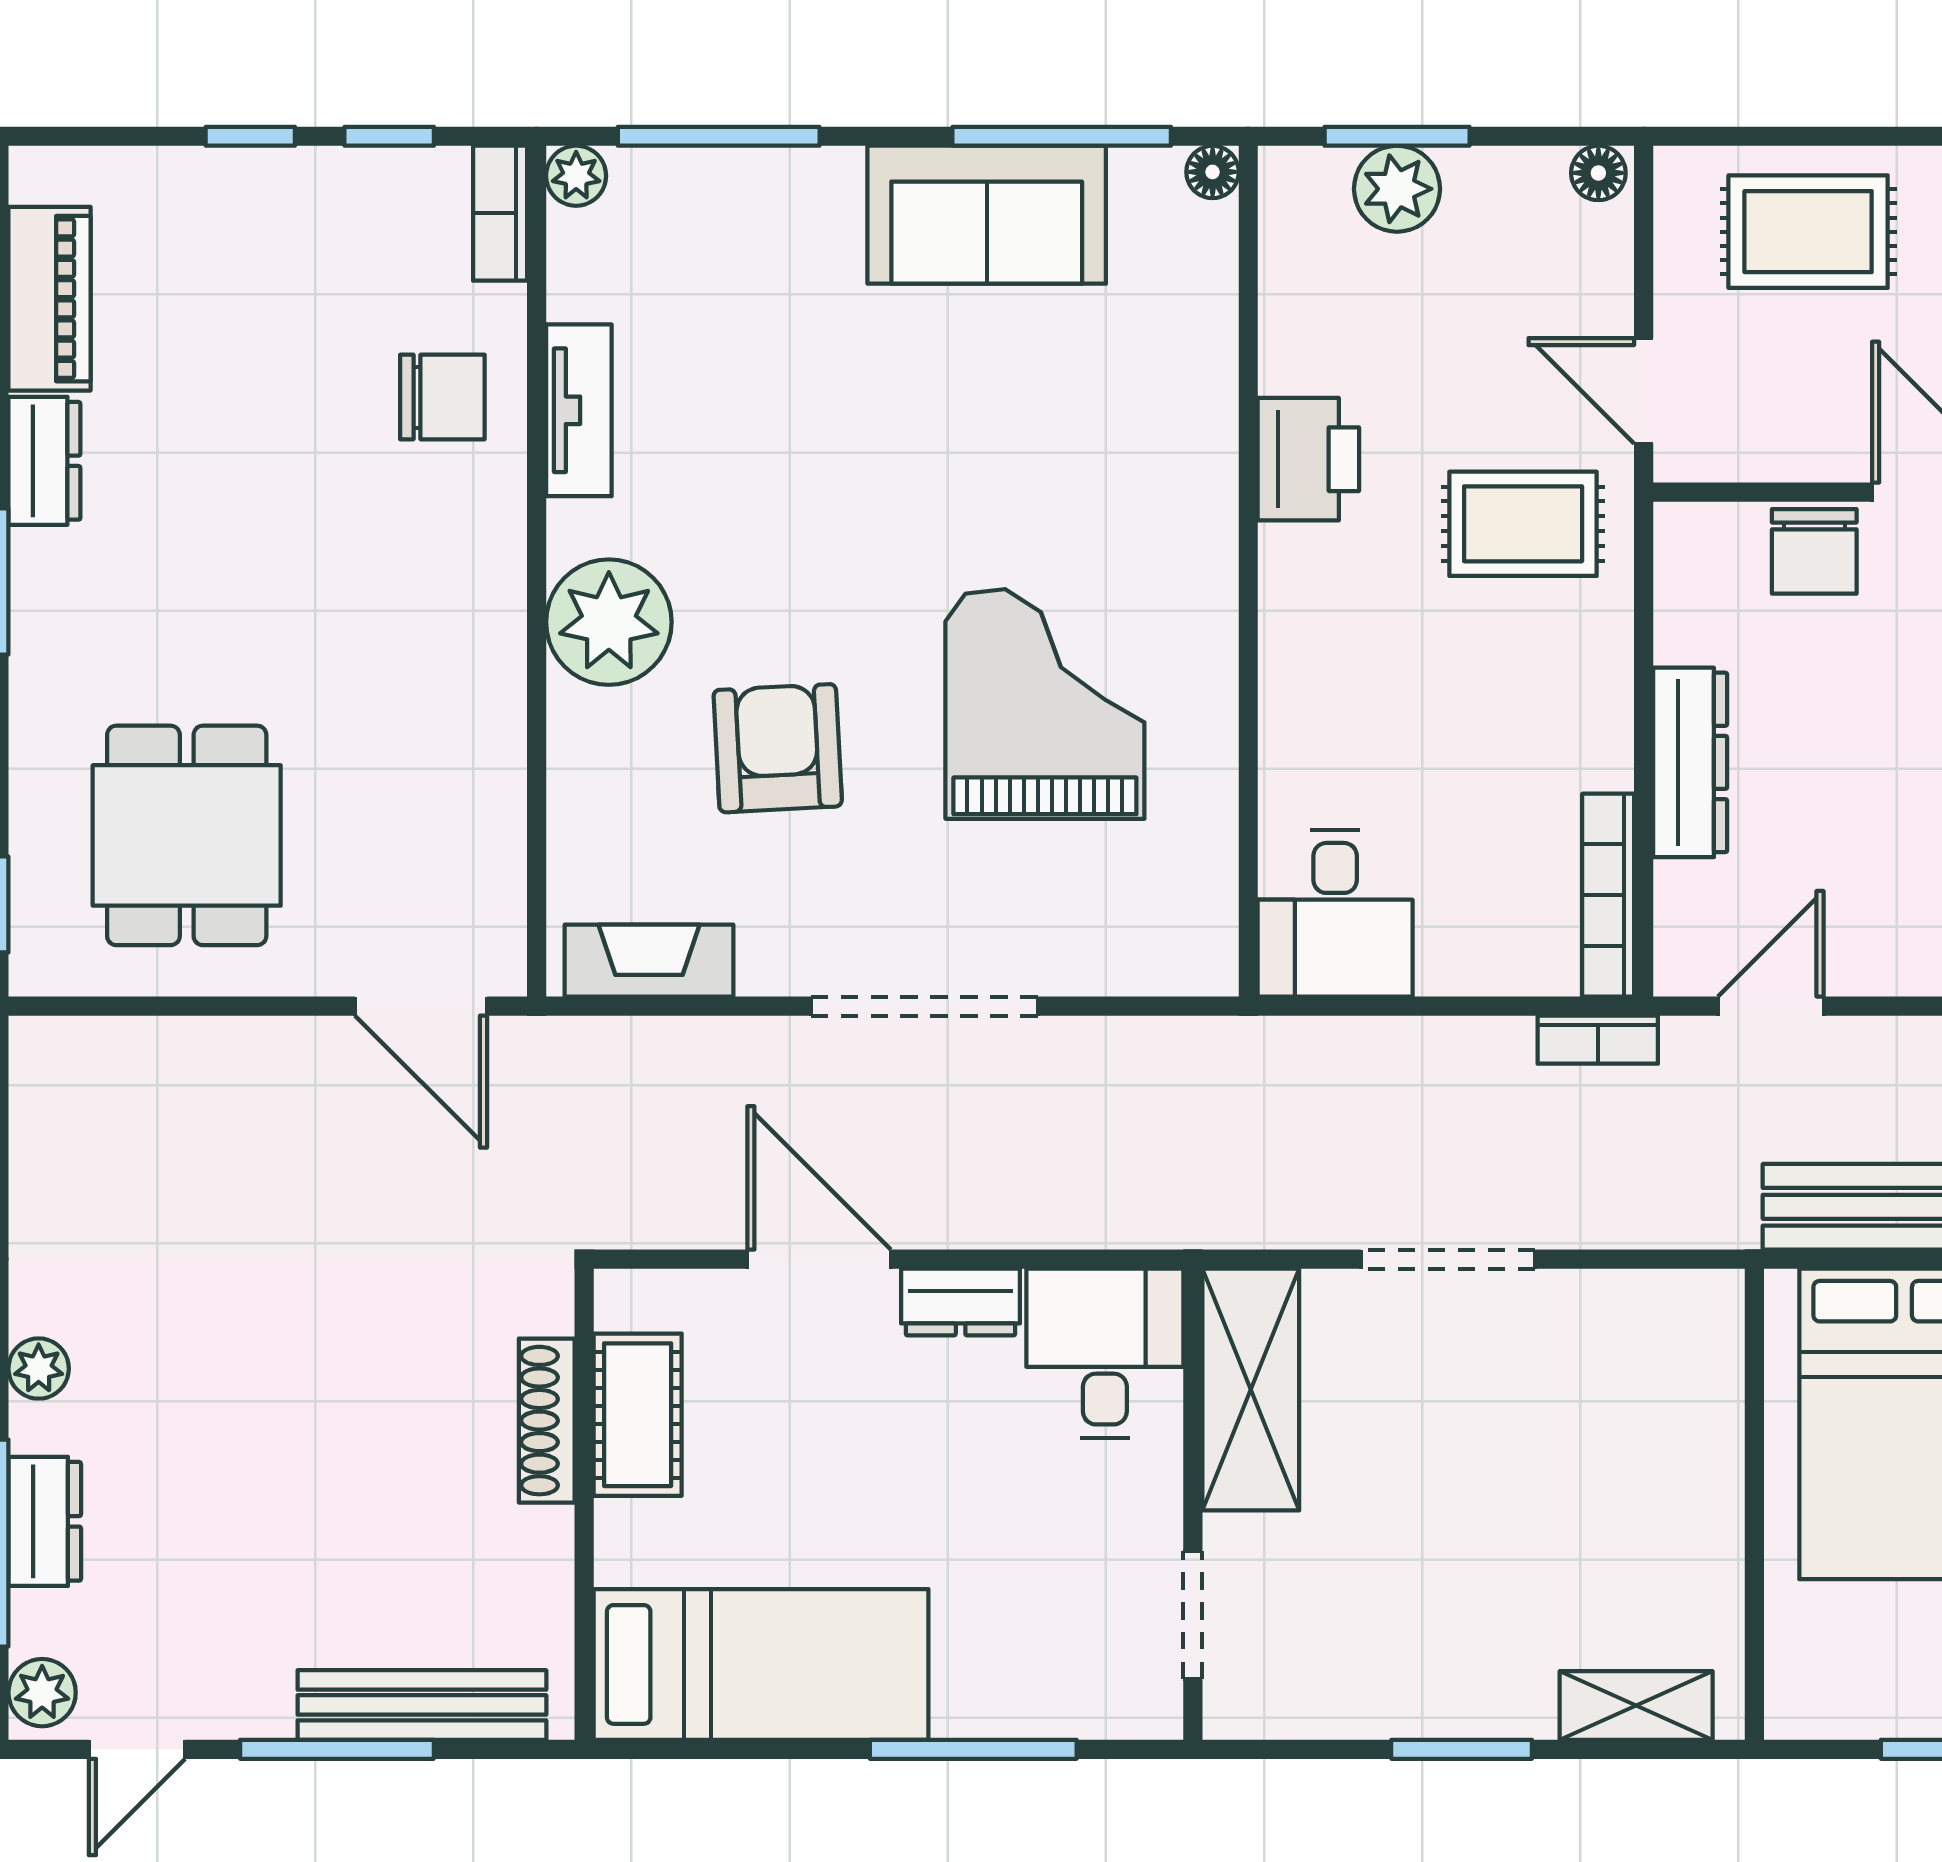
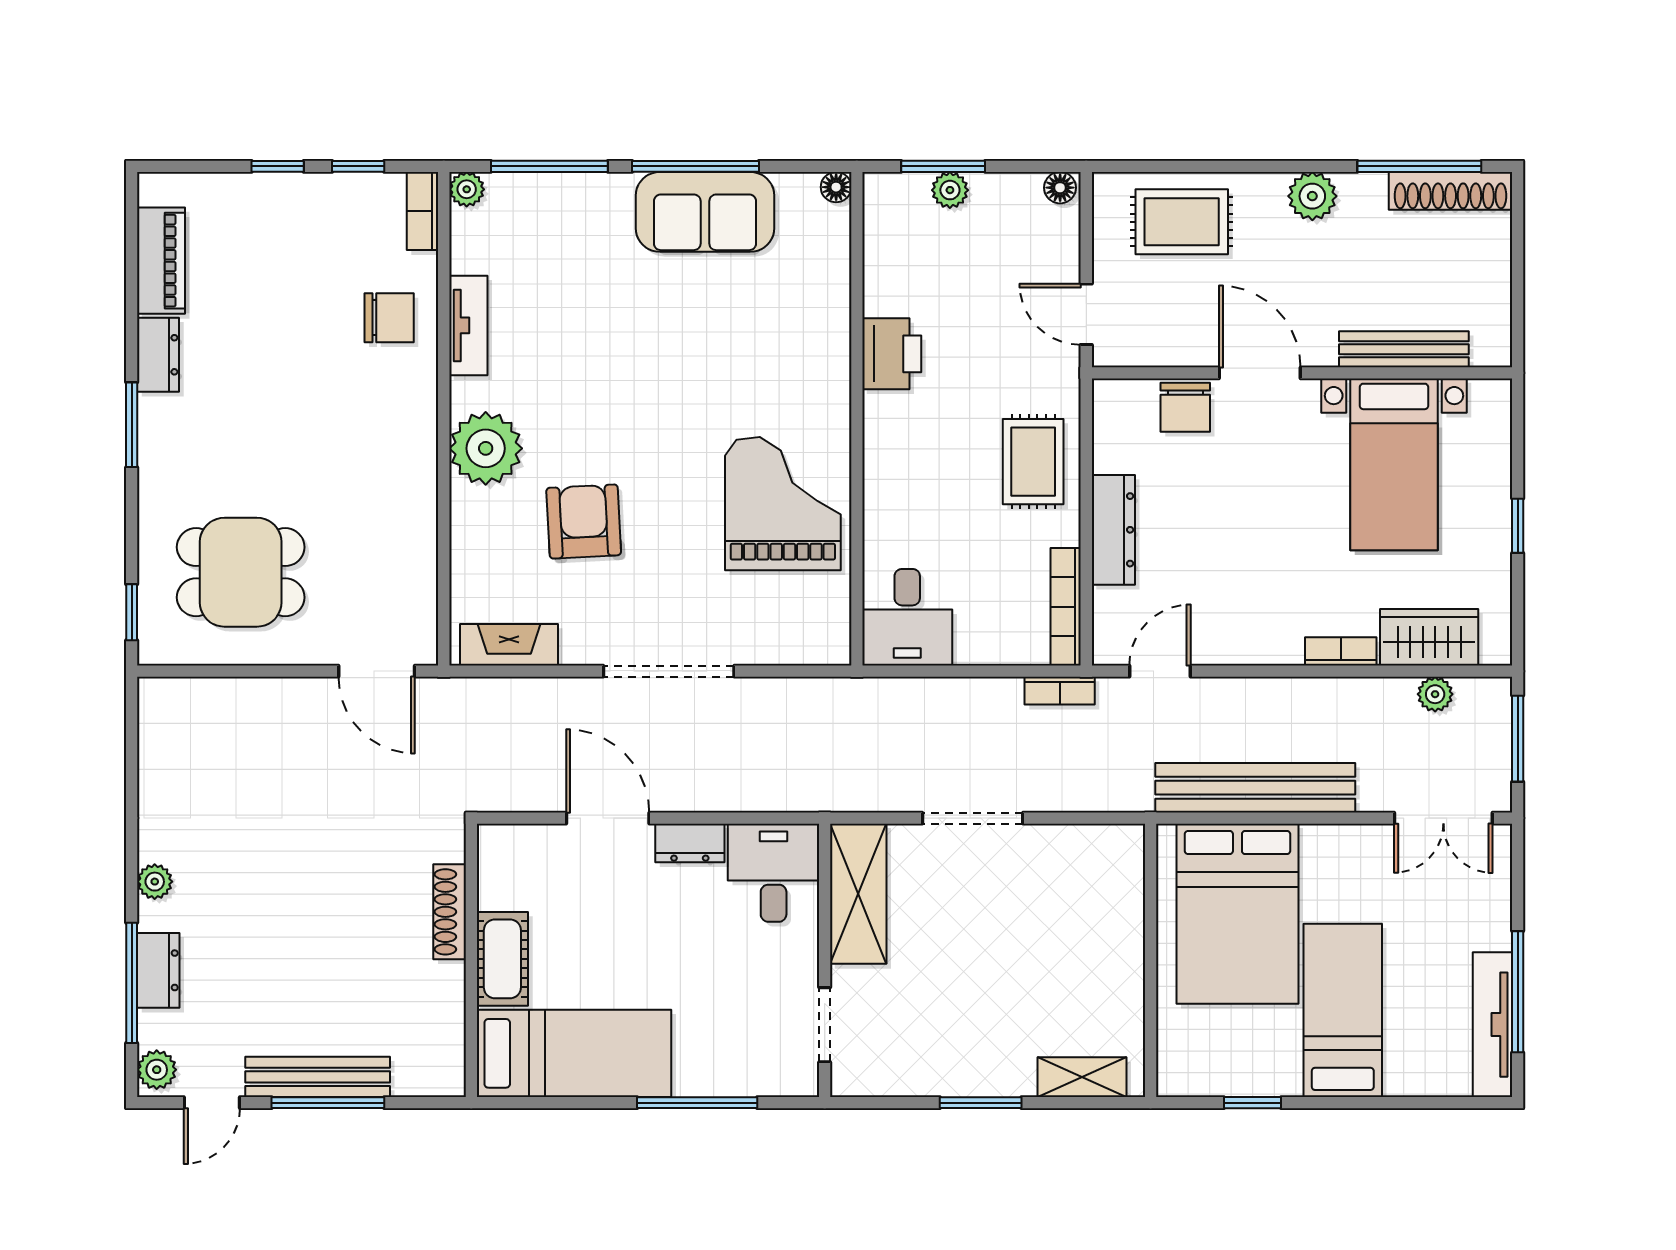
window: (1062, 136) -> (695, 166), moved
plant: (1397, 189) -> (950, 190), width x0.73, depth x0.73
rug: (1523, 524) -> (1033, 462), moved, turned 90
grand piano: (1045, 704) -> (783, 504), moved
dining table: (187, 835) -> (241, 572), turned 90
cot: (638, 1415) -> (502, 959), moved
bench: (422, 1705) -> (318, 1077), moved

